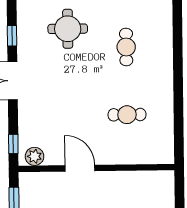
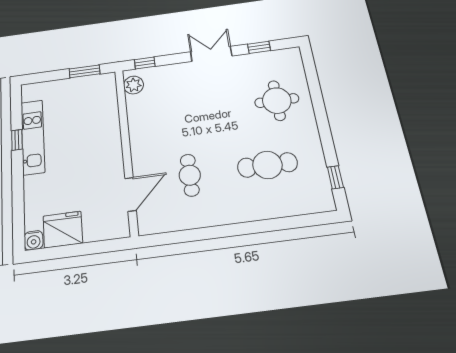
cafe table: (126, 47) -> (267, 165), width x1.37, depth x1.35
door: (80, 168) -> (130, 194), moved

